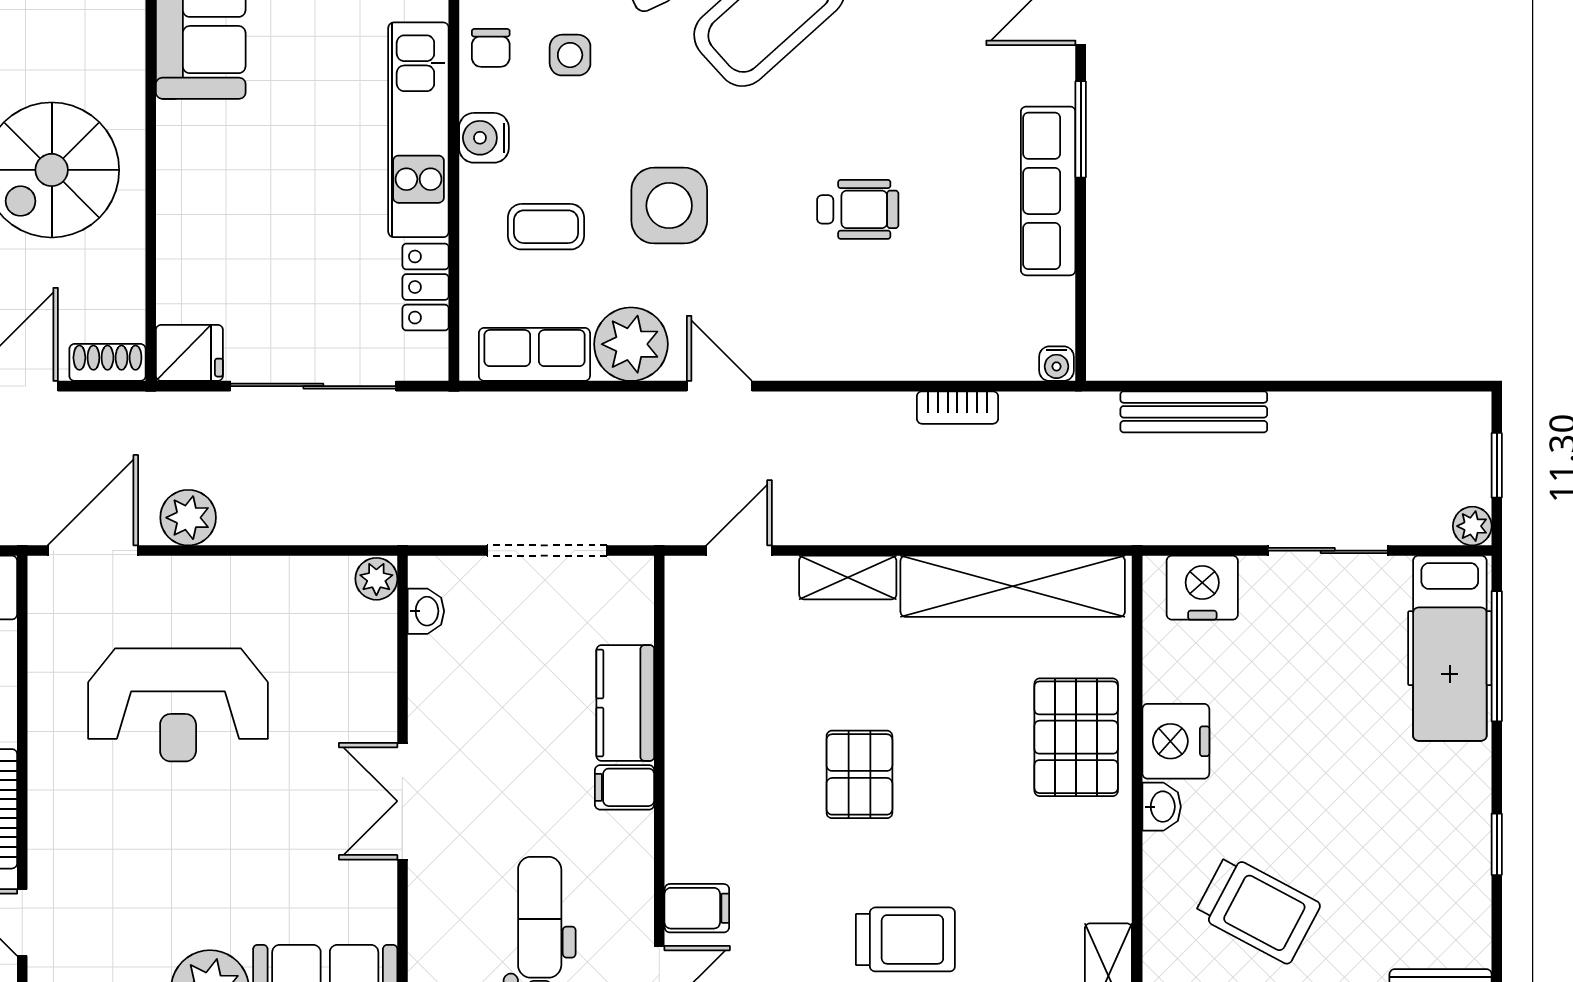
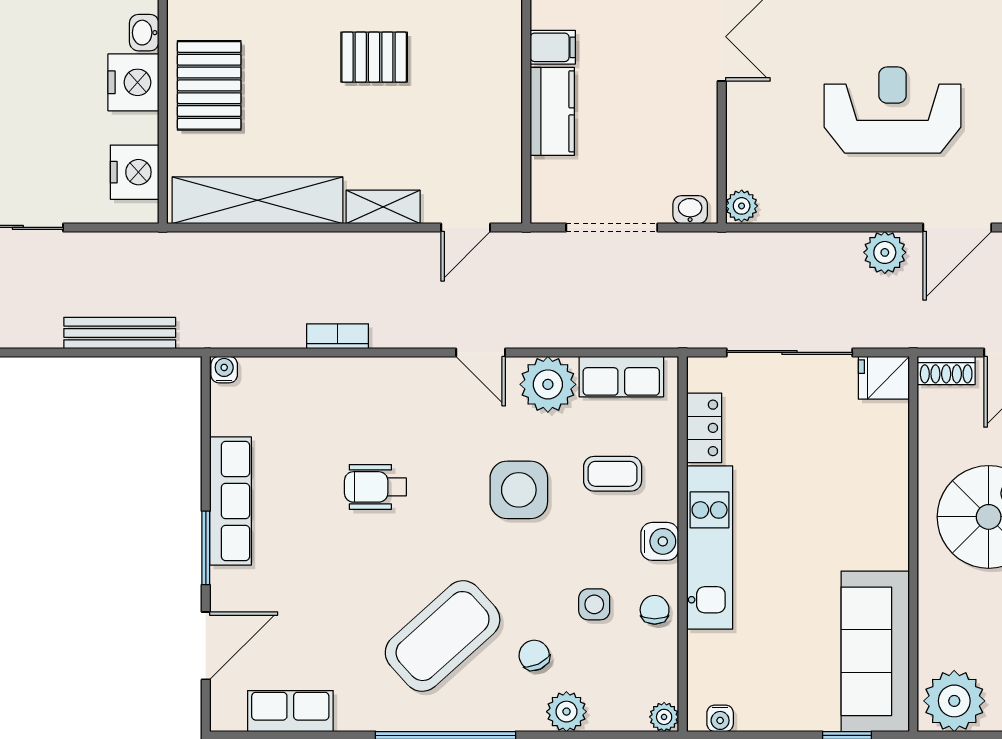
bookcase: (957, 408) -> (337, 336), moved
nightstand: (1202, 588) -> (135, 172), moved, turned -90
washbasin: (426, 611) -> (690, 210), moved, turned 90
pallet: (859, 774) -> (374, 57), turned 90

